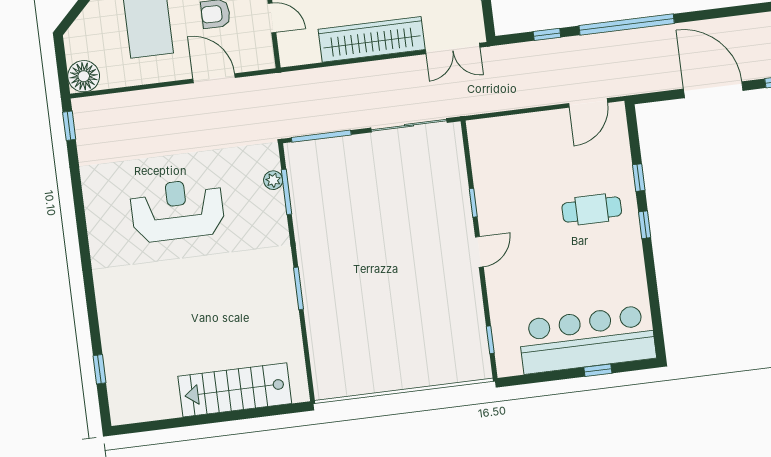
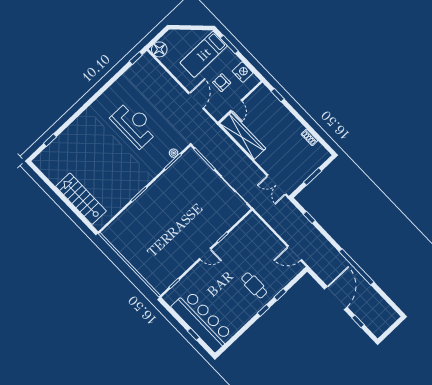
window: (627, 24) -> (356, 267), moved
wardrobe: (372, 39) -> (243, 136), moved

